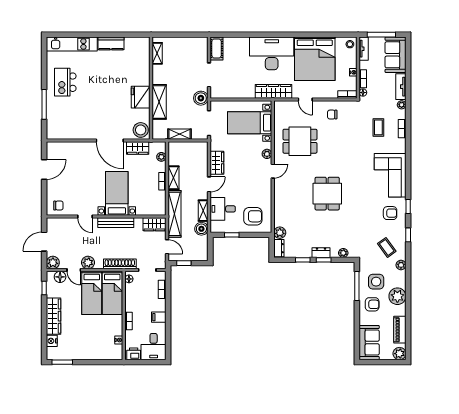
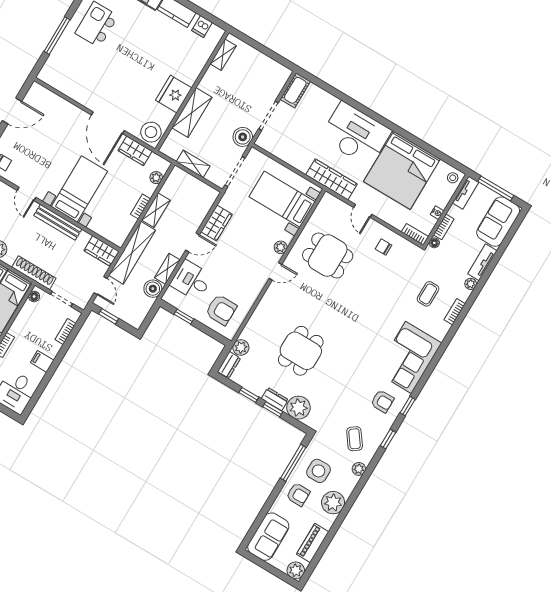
dishwasher: (133, 43) -> (202, 27), added
dining table: (327, 194) -> (301, 351), moved
plant: (343, 253) -> (298, 408), width x1.88, depth x1.88

